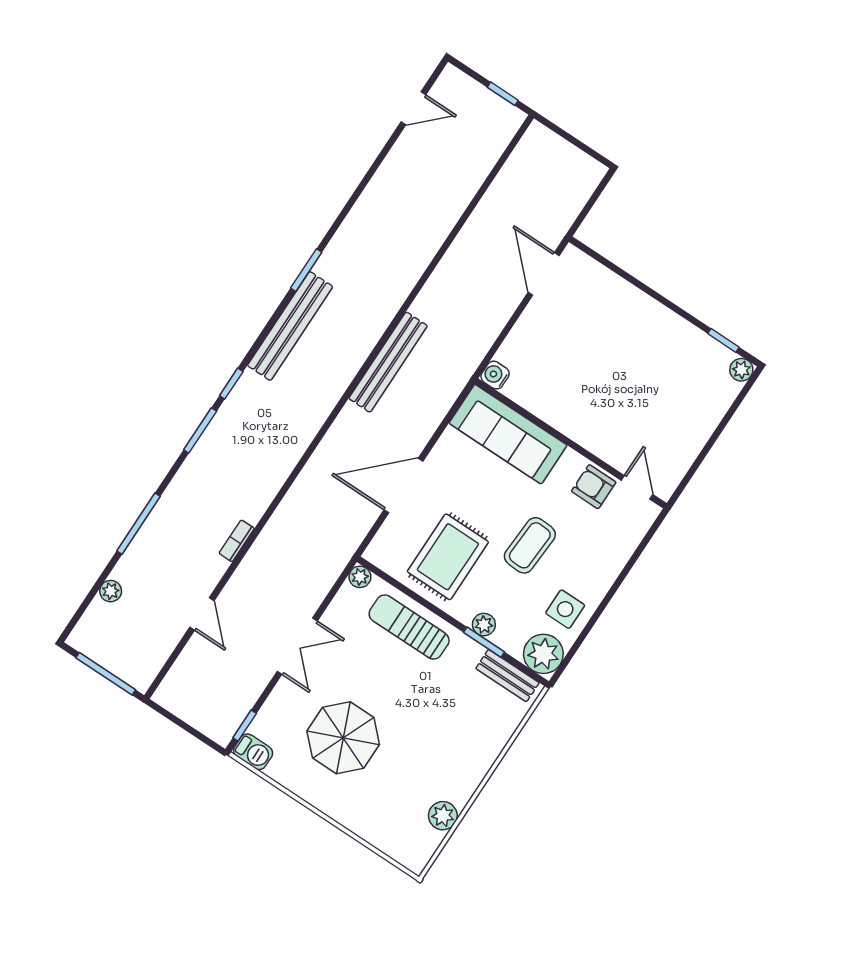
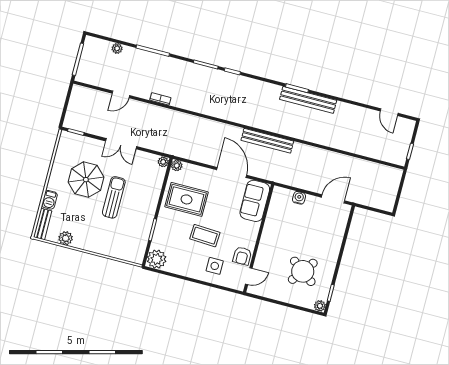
bench: (290, 326) -> (308, 100), moved
water cooler: (495, 375) -> (299, 198), moved
round table: (663, 380) -> (303, 271), added
sofa: (508, 434) -> (255, 201), width x0.73
door: (404, 486) -> (232, 173), moved
armchair: (594, 487) -> (242, 256), turned 180
side table: (565, 609) -> (215, 266), moved
plant: (484, 625) -> (177, 166), moved
sun lounger: (409, 627) -> (114, 197), moved
bench: (507, 676) -> (43, 224), moved
barbecue: (253, 752) -> (50, 200), moved

